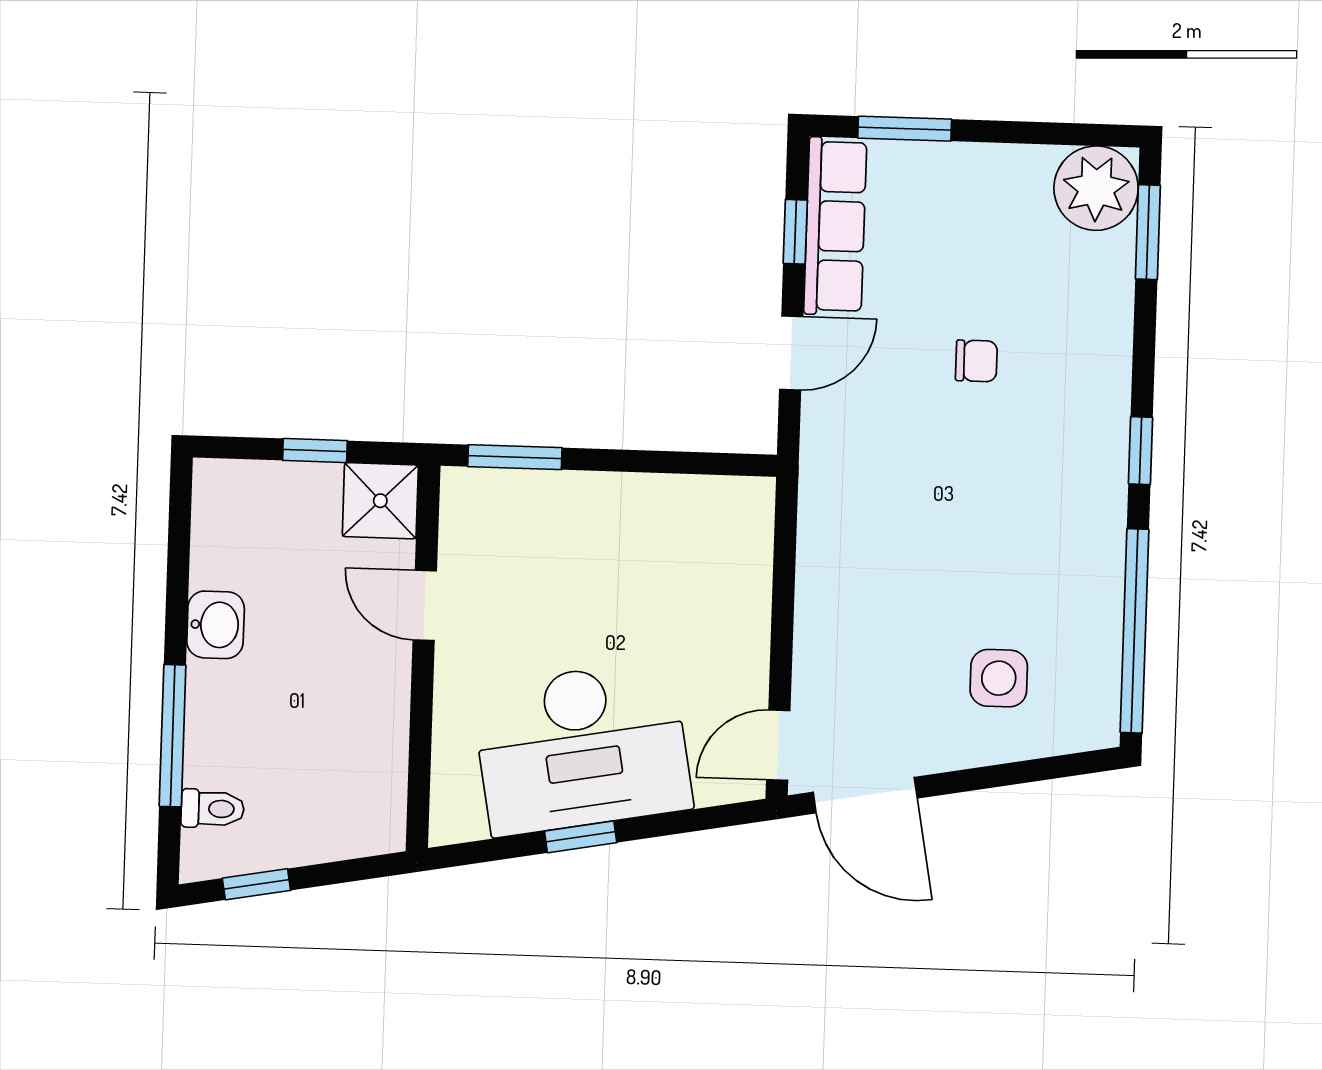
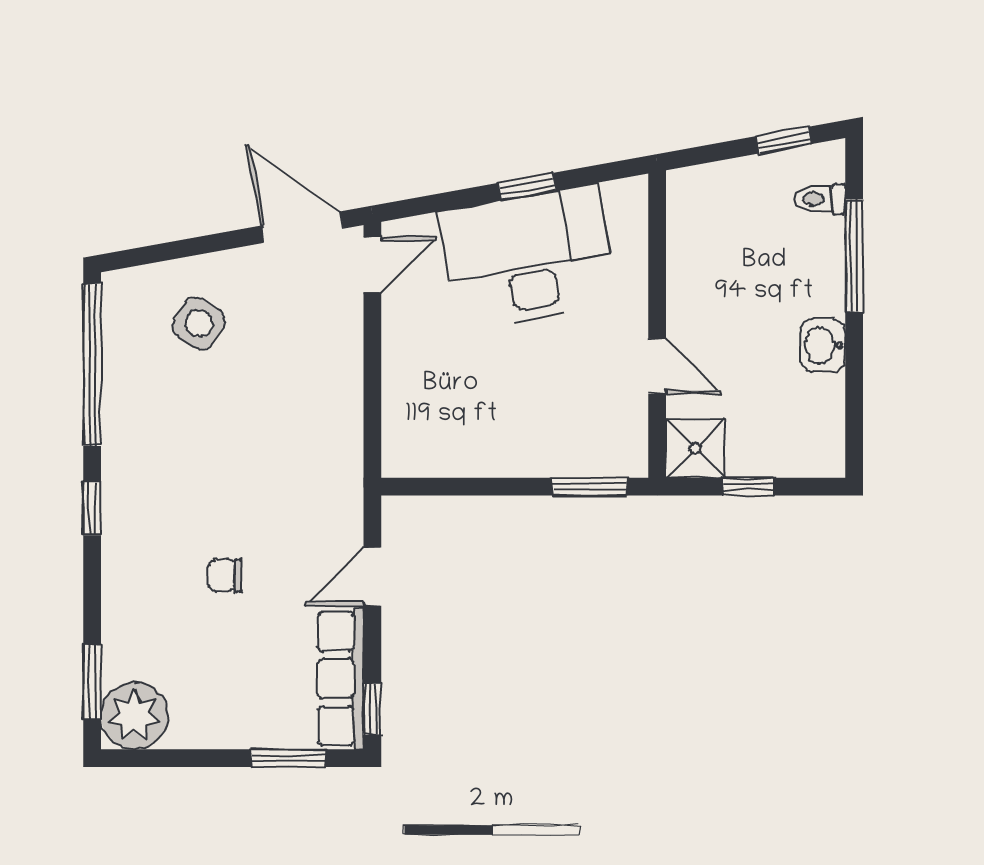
window: (795, 232) -> (372, 709), moved
side table: (999, 678) -> (199, 324), turned 33

